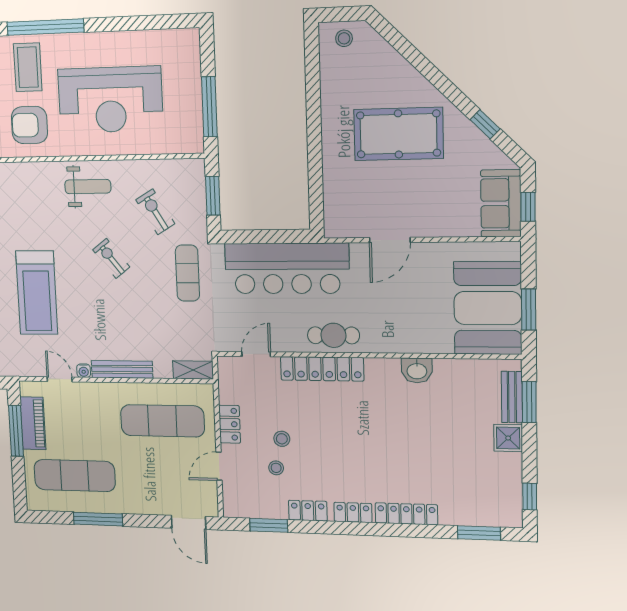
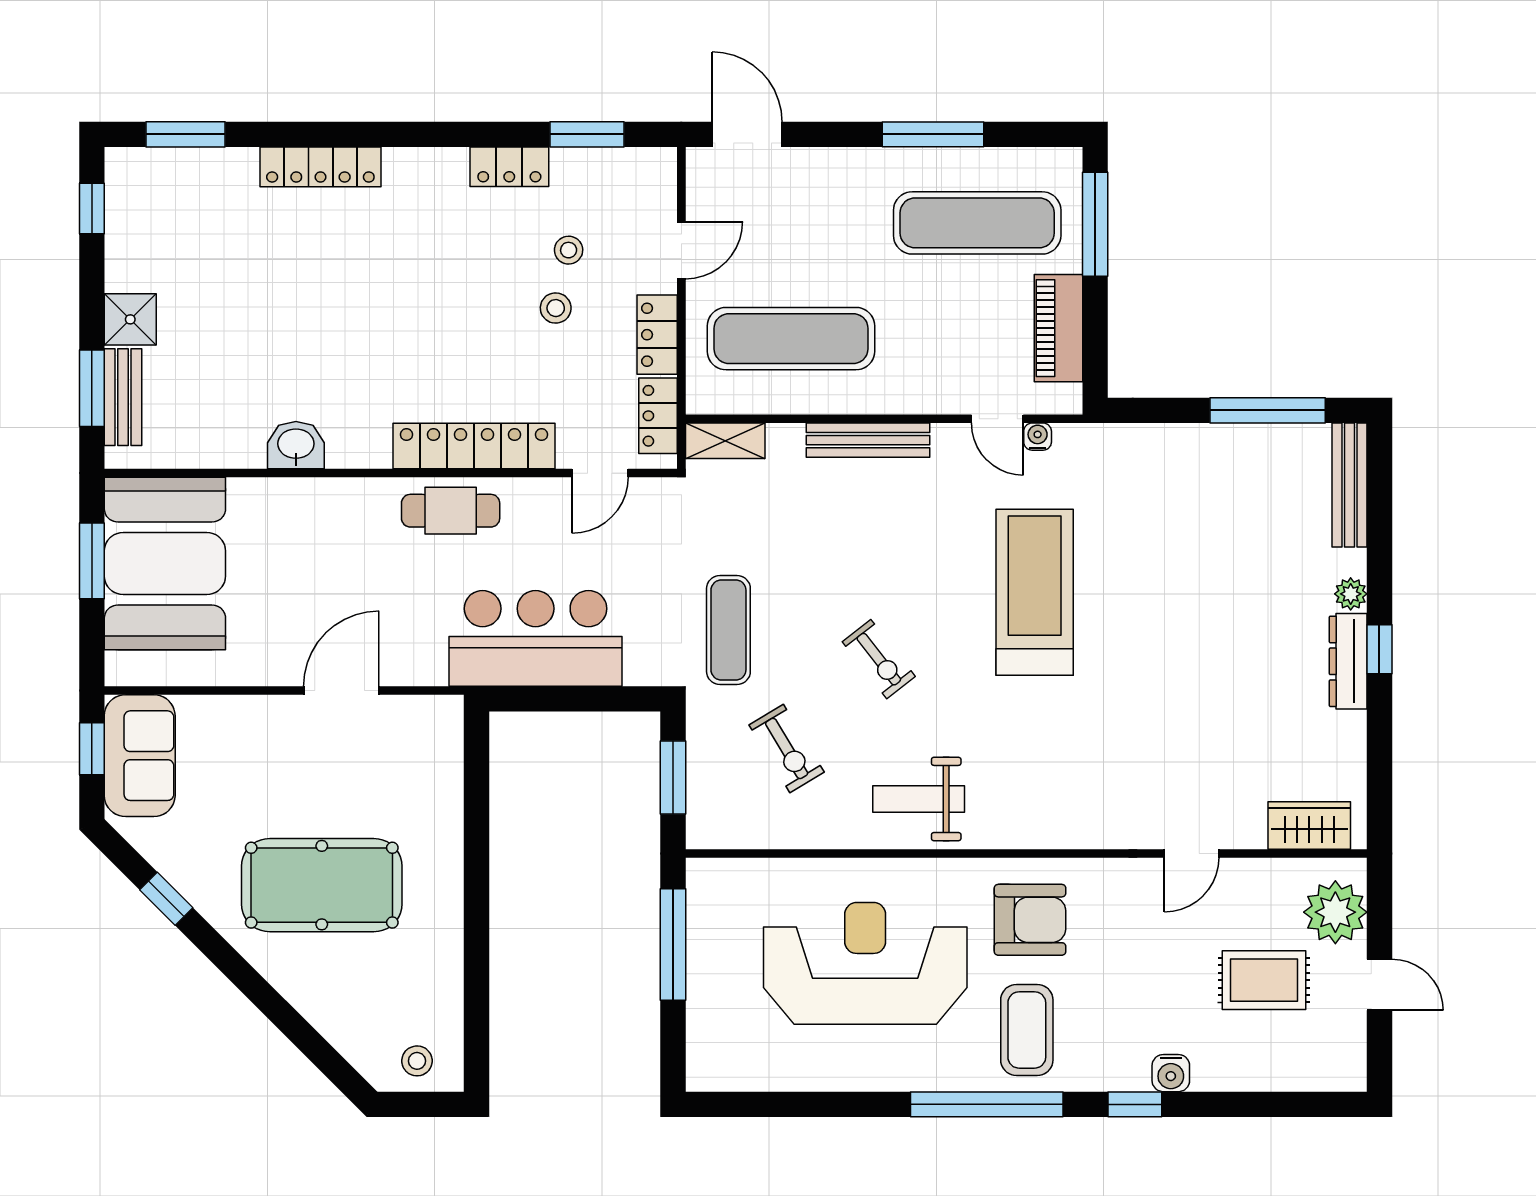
bar counter: (287, 268) -> (536, 638), width x0.73
water cooler: (84, 371) -> (1038, 437), moved
window: (16, 431) -> (1095, 224), moved
locker: (353, 512) -> (658, 416), moved, turned 90

